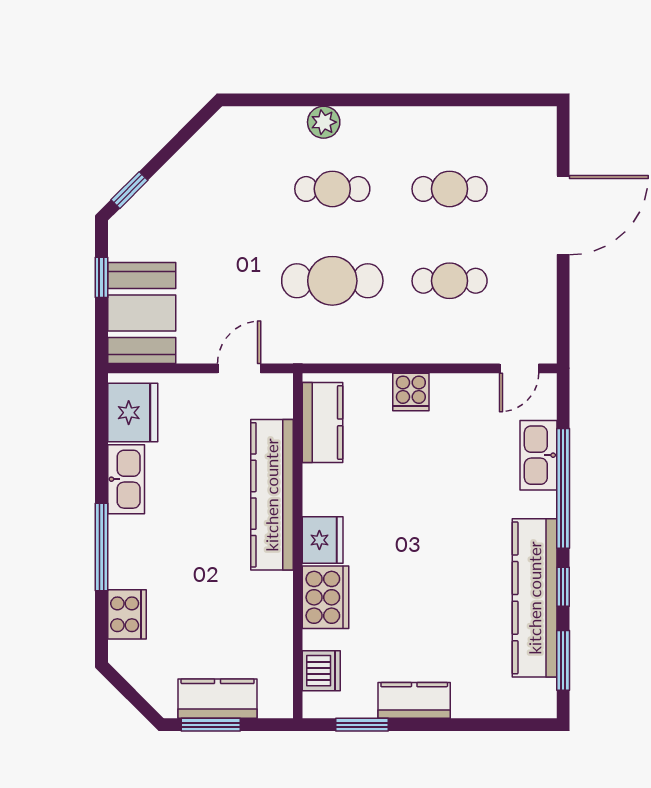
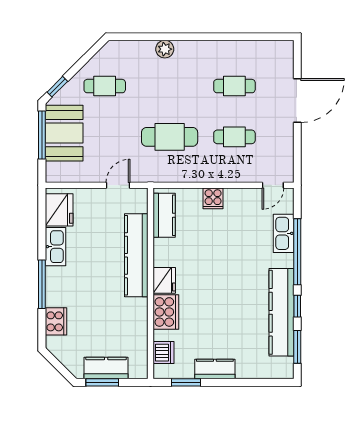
cafe table: (332, 189) -> (105, 86), moved
window: (102, 277) -> (42, 135), width x2.17
booth: (142, 313) -> (64, 133), moved

